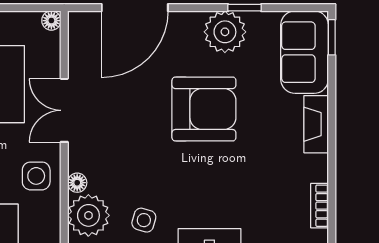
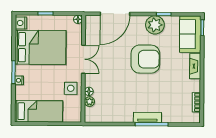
double door: (64, 110) -> (83, 59), swing flipped
plant: (88, 215) -> (89, 102), width x0.53, depth x0.53
side table: (144, 220) -> (118, 108), removed

